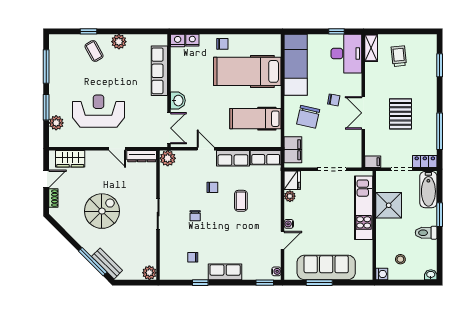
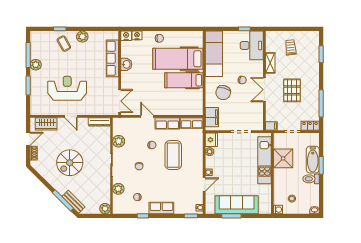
shelving: (371, 48) -> (270, 63), moved
washbasin: (178, 101) -> (126, 64), moved
hospital bed: (255, 119) -> (184, 80), moved
plant: (56, 123) -> (36, 65), moved
door: (117, 149) -> (71, 116), moved
plant: (168, 158) -> (119, 141), moved
bathtub: (428, 190) -> (313, 160), moved
coffee table: (241, 201) -> (173, 155), width x1.86, depth x1.72
spiral stairs: (102, 211) -> (70, 163), turned 180
plant: (167, 246) -> (118, 189), added

